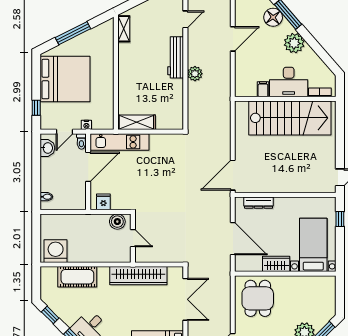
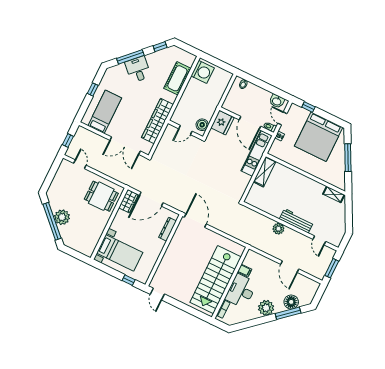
fridge: (103, 202) -> (222, 123), width x1.88, depth x1.34
wardrobe: (276, 264) -> (128, 201), moved

